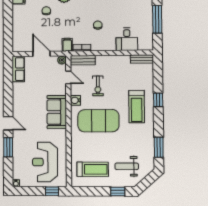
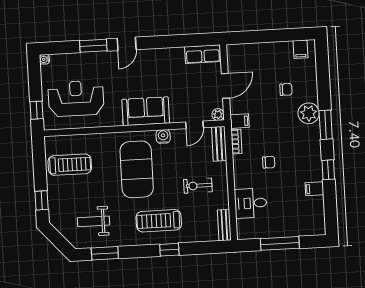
exercise bike: (98, 86) -> (198, 186), moved
weight bench: (127, 166) -> (94, 221), moved, turned -90
treadmill: (93, 169) -> (70, 165), turned -90

